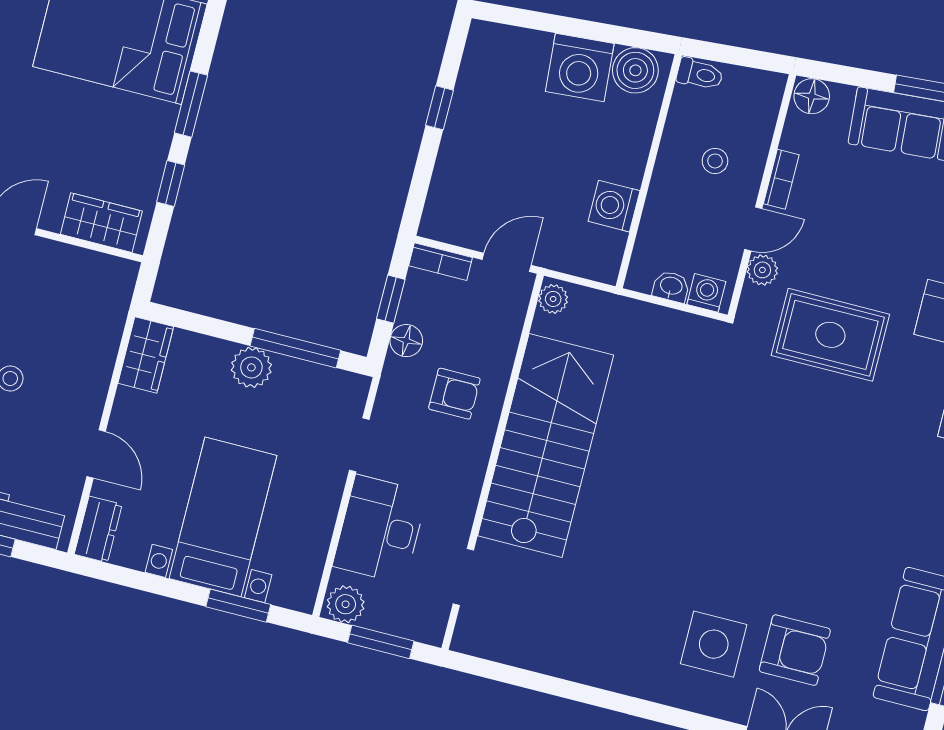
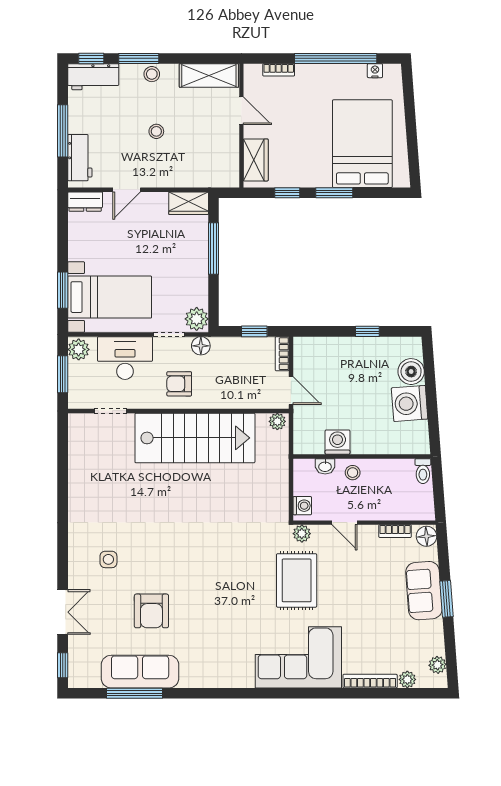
boiler: (635, 70) -> (411, 372), moved
stool: (715, 161) -> (353, 473), moved
bookcase: (781, 179) -> (395, 531), moved
plant: (762, 270) -> (302, 534), moved
washbasin: (671, 286) -> (325, 466), moved, turned 90
floor lamp: (406, 341) -> (201, 346), moved
window: (295, 348) -> (214, 249), moved
plant: (251, 367) -> (197, 319), moved
armchair: (454, 394) -> (179, 384), moved, turned 90
bed with nightstands: (223, 517) -> (110, 297), moved
side table: (714, 644) -> (108, 559), width x0.54, depth x0.54
armchair: (795, 650) -> (151, 611), moved

